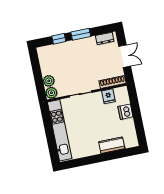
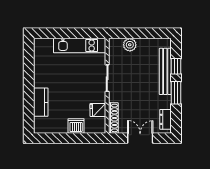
bench: (65, 47) -> (165, 71), added
double door: (125, 56) -> (140, 138), swing flipped
plant: (51, 93) -> (115, 45), removed
kitchen unit: (60, 130) -> (80, 46), width x0.73

